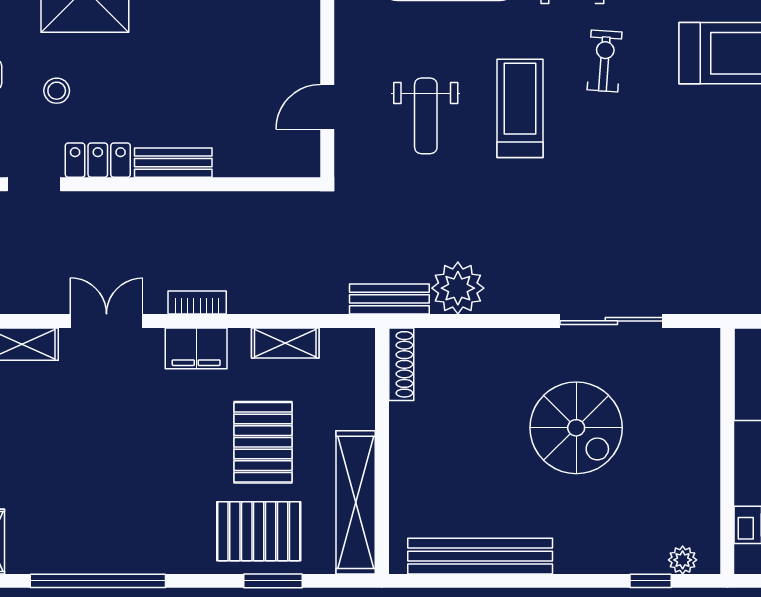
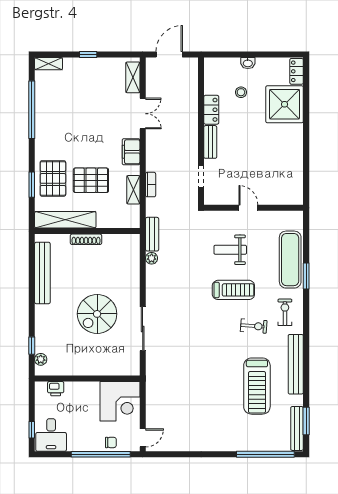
door: (327, 107) -> (248, 208), moved
doorway: (34, 184) -> (201, 177), moved
plant: (458, 288) -> (152, 258), width x0.53, depth x0.53
bookcase: (197, 303) -> (151, 185), moved
shoe rack: (401, 364) -> (86, 239), moved

